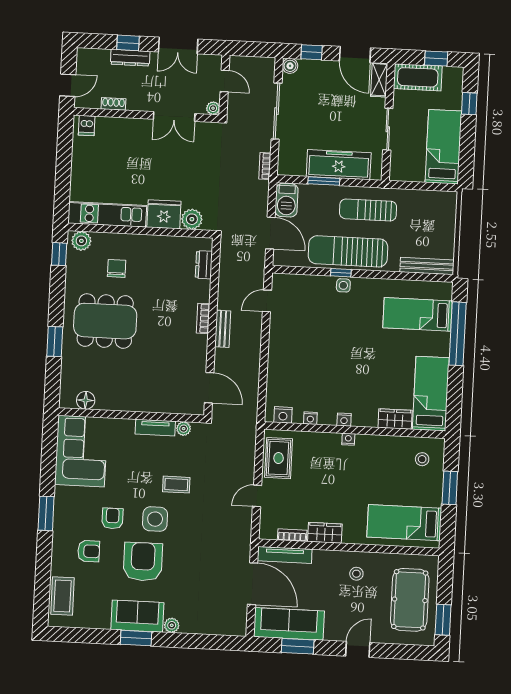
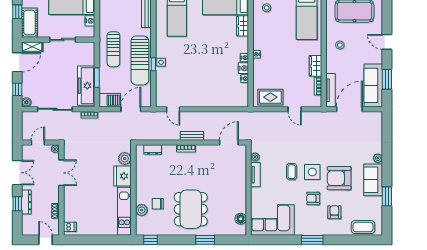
freezer: (339, 165) -> (86, 86), moved
nightstand: (416, 174) -> (90, 21), added
plant: (81, 241) -> (142, 210), moved
nightstand: (283, 415) -> (243, 68), moved
coffee table: (176, 485) -> (292, 172), moved
window: (136, 638) -> (387, 196), moved

